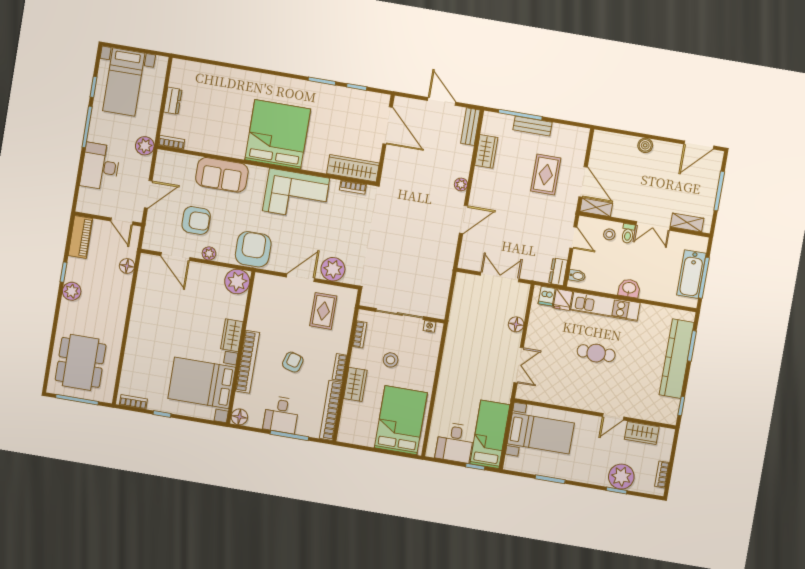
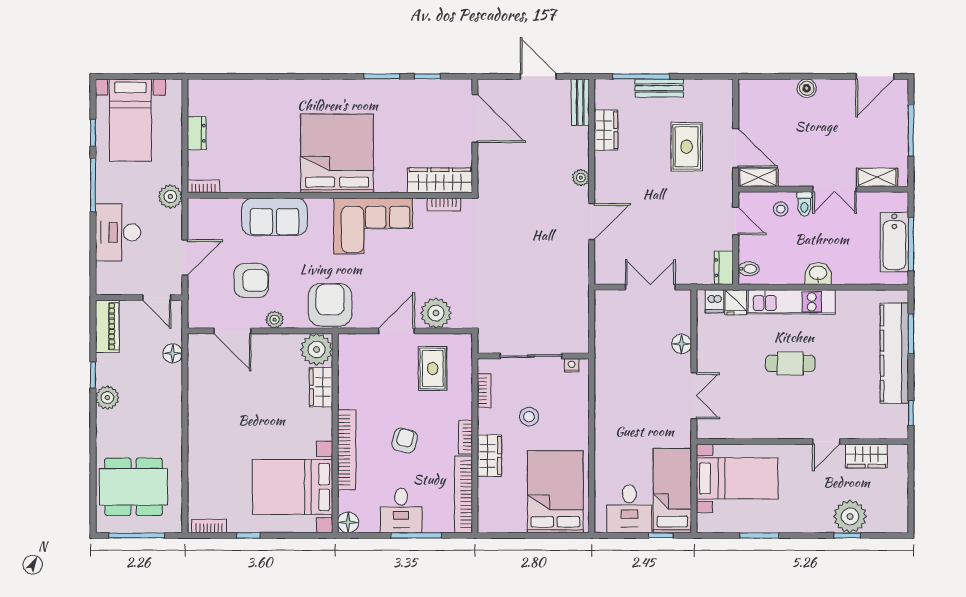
wardrobe: (232, 335) -> (321, 387), moved
dining table: (81, 362) -> (133, 487), turned 90
bookcase: (662, 474) -> (902, 505), removed

